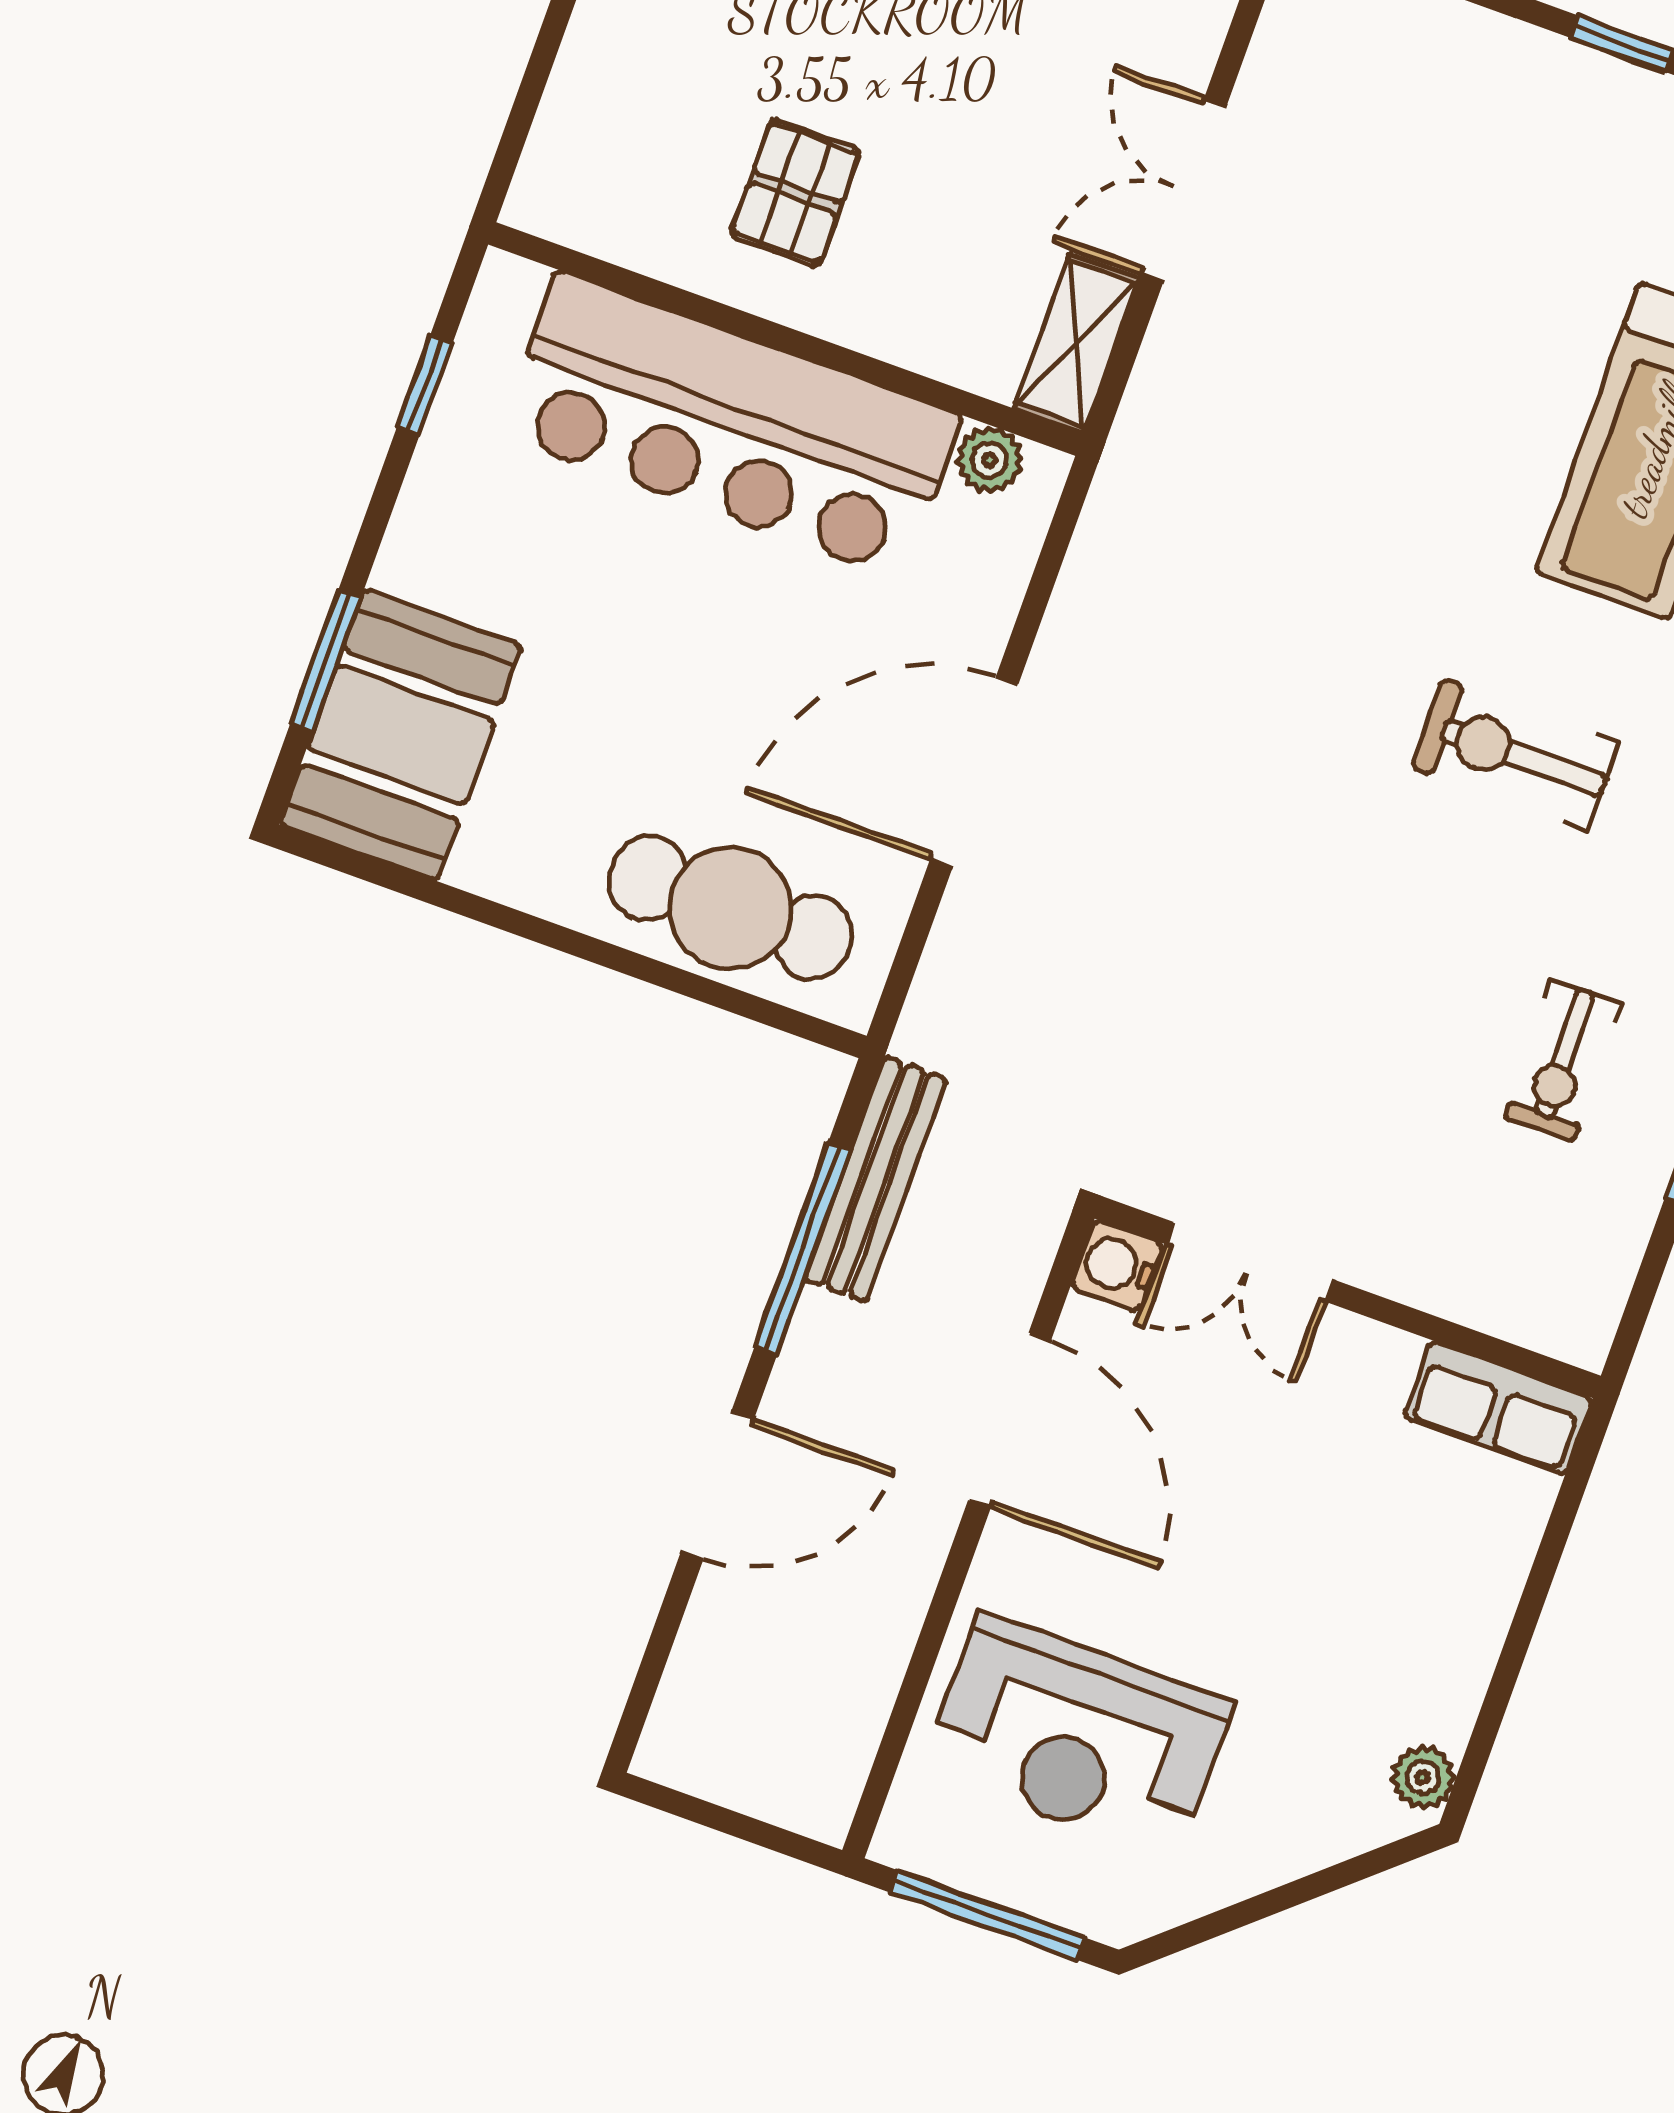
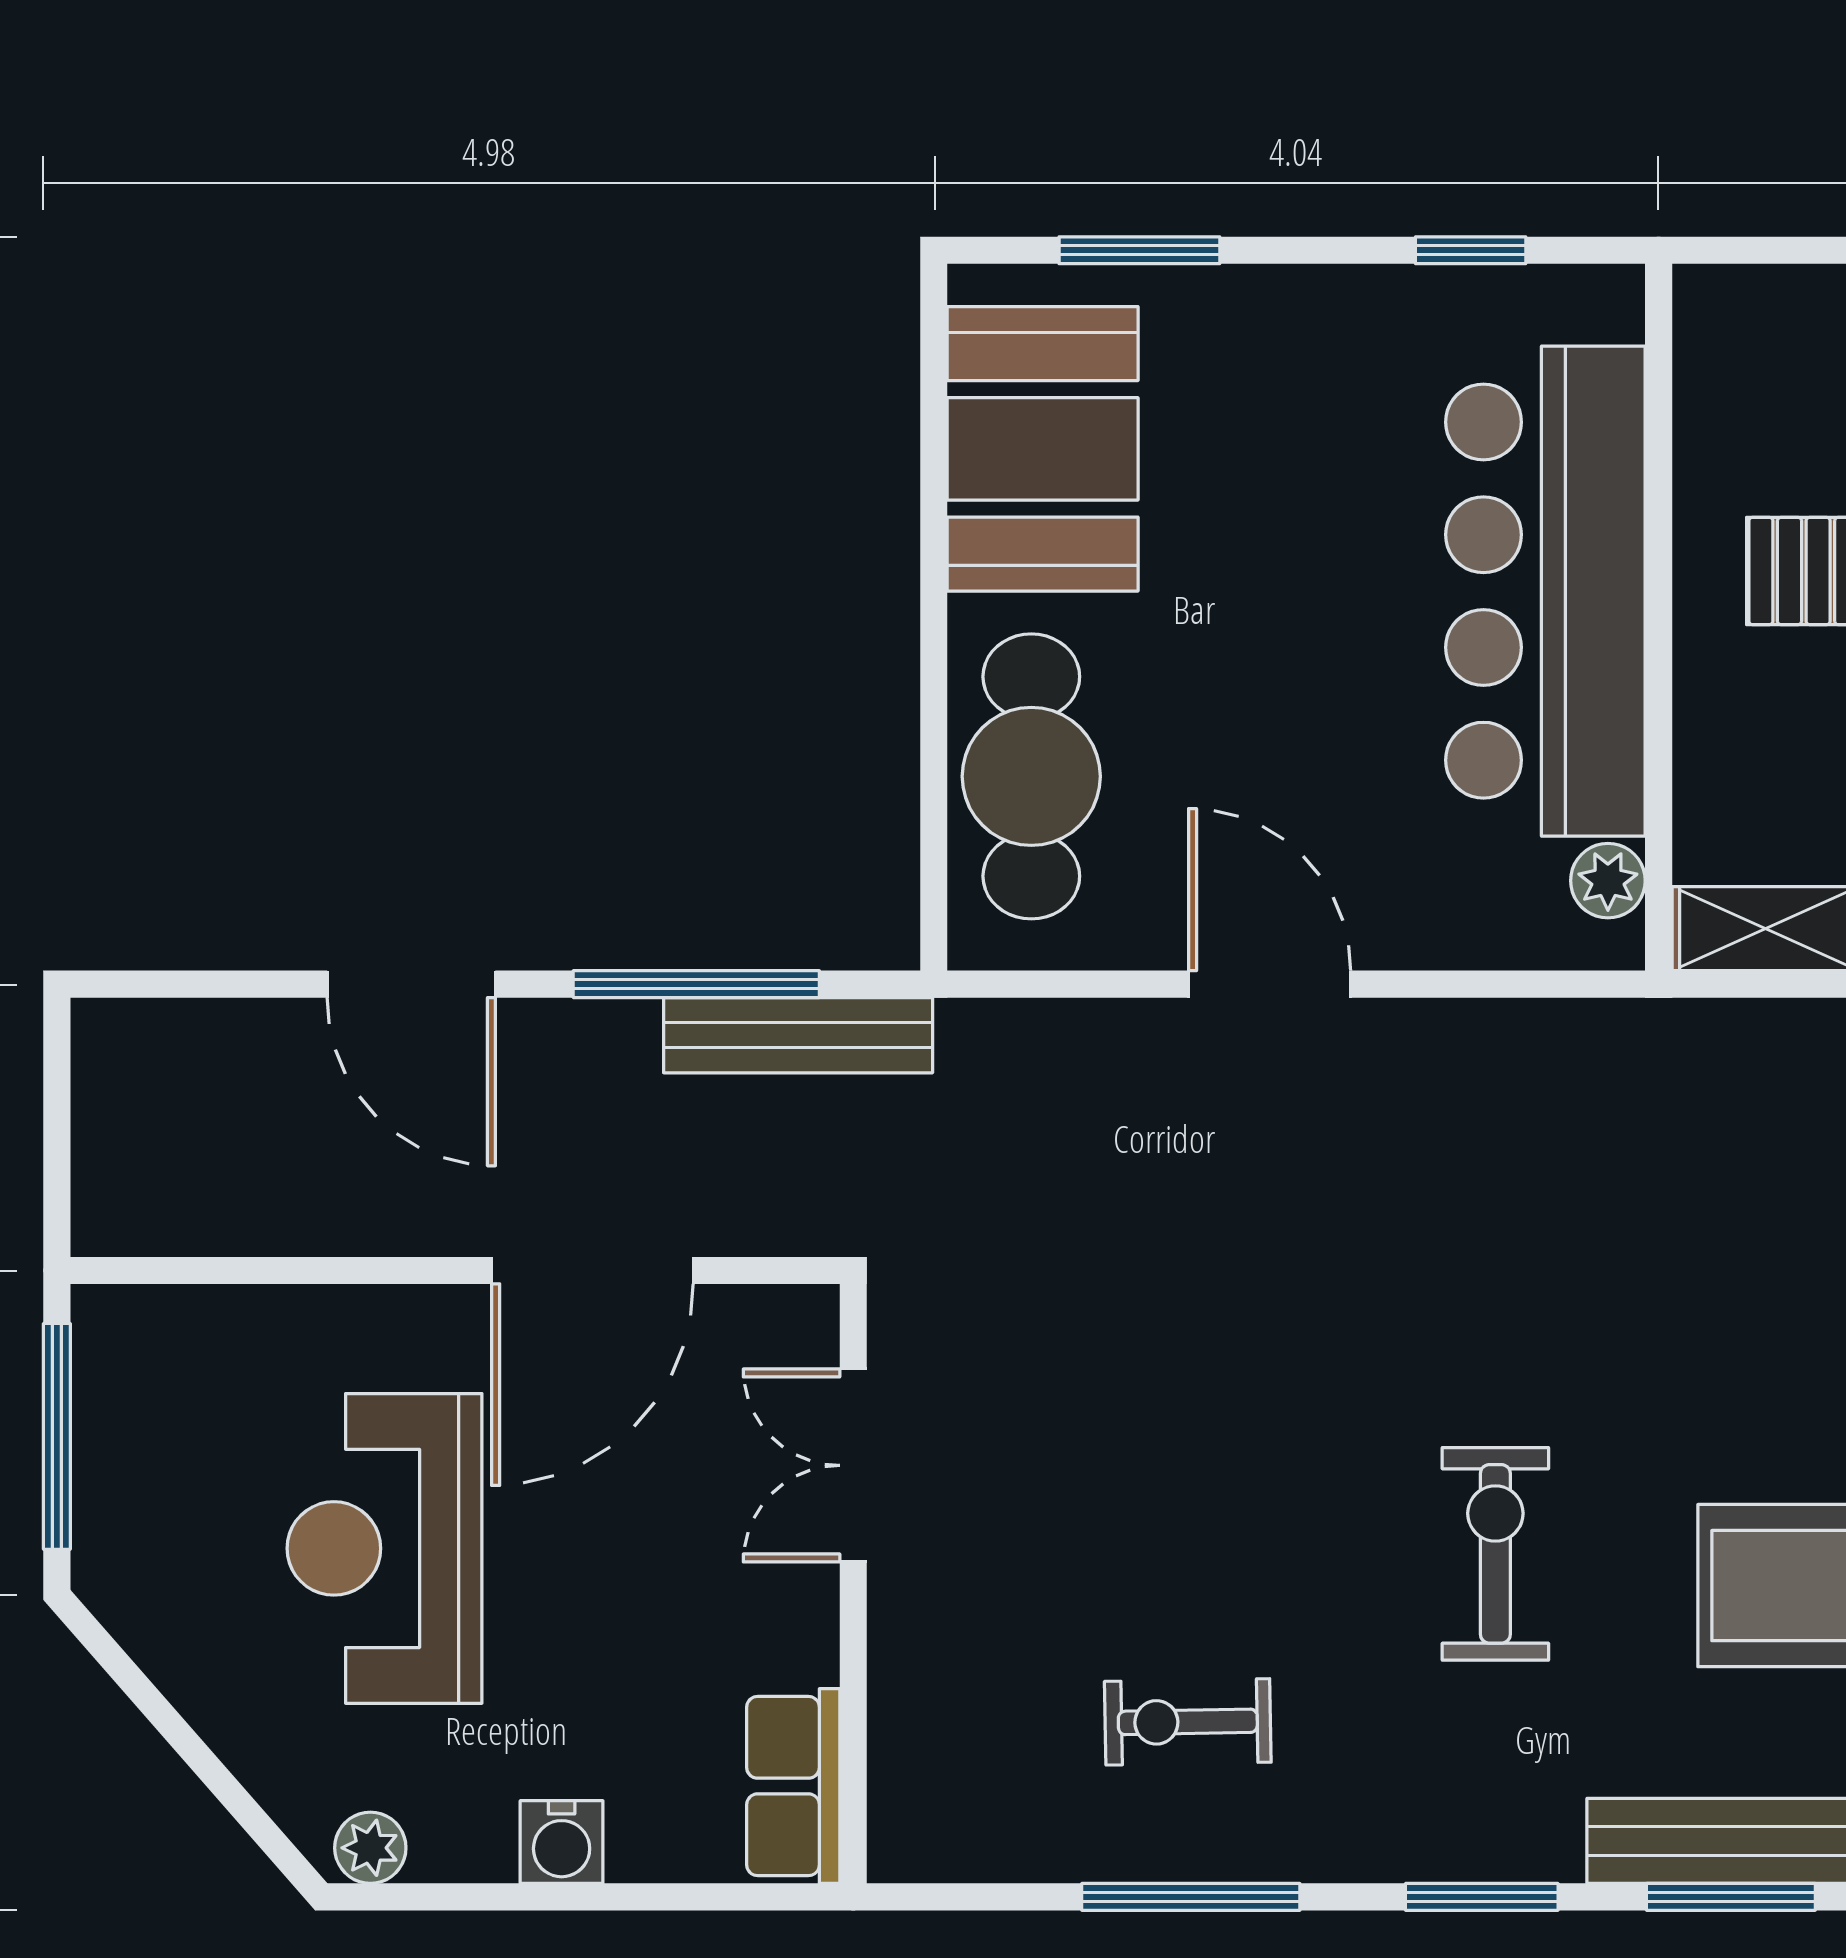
booth: (401, 735) -> (1043, 449), moved, turned 90
door: (974, 772) -> (1270, 984), width x0.73
water cooler: (1117, 1265) -> (562, 1842), moved, turned 180
reception desk: (1078, 1736) -> (385, 1548), moved

